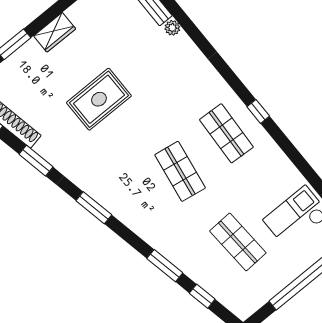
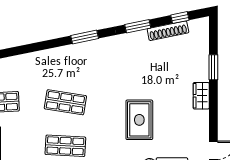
rug: (99, 99) -> (139, 120), moved
window: (165, 266) -> (19, 50), removed

